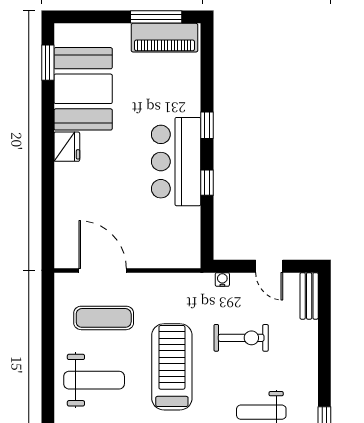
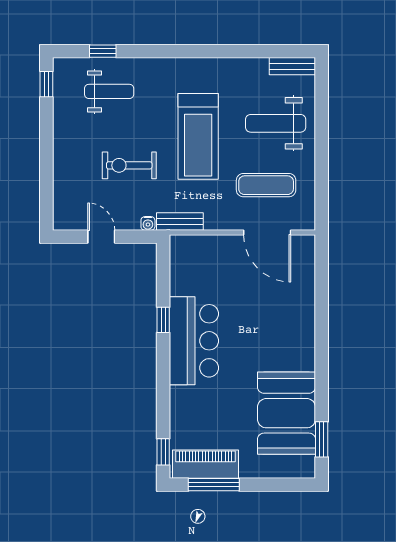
window: (207, 125) -> (163, 452), moved
fridge: (67, 147) -> (303, 356), removed
bench: (309, 296) -> (180, 221), moved, turned 90

